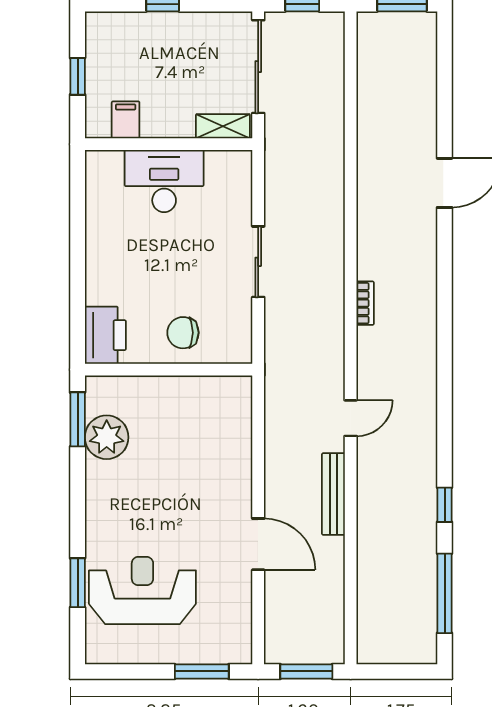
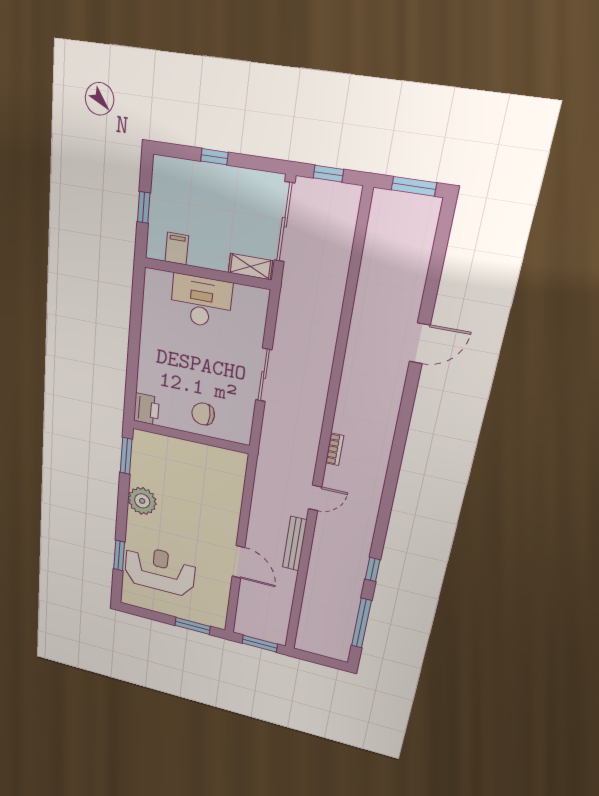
bookcase: (365, 303) -> (335, 449), moved
printer: (105, 335) -> (146, 409), width x0.73, depth x0.84
plant: (107, 437) -> (142, 501), moved

